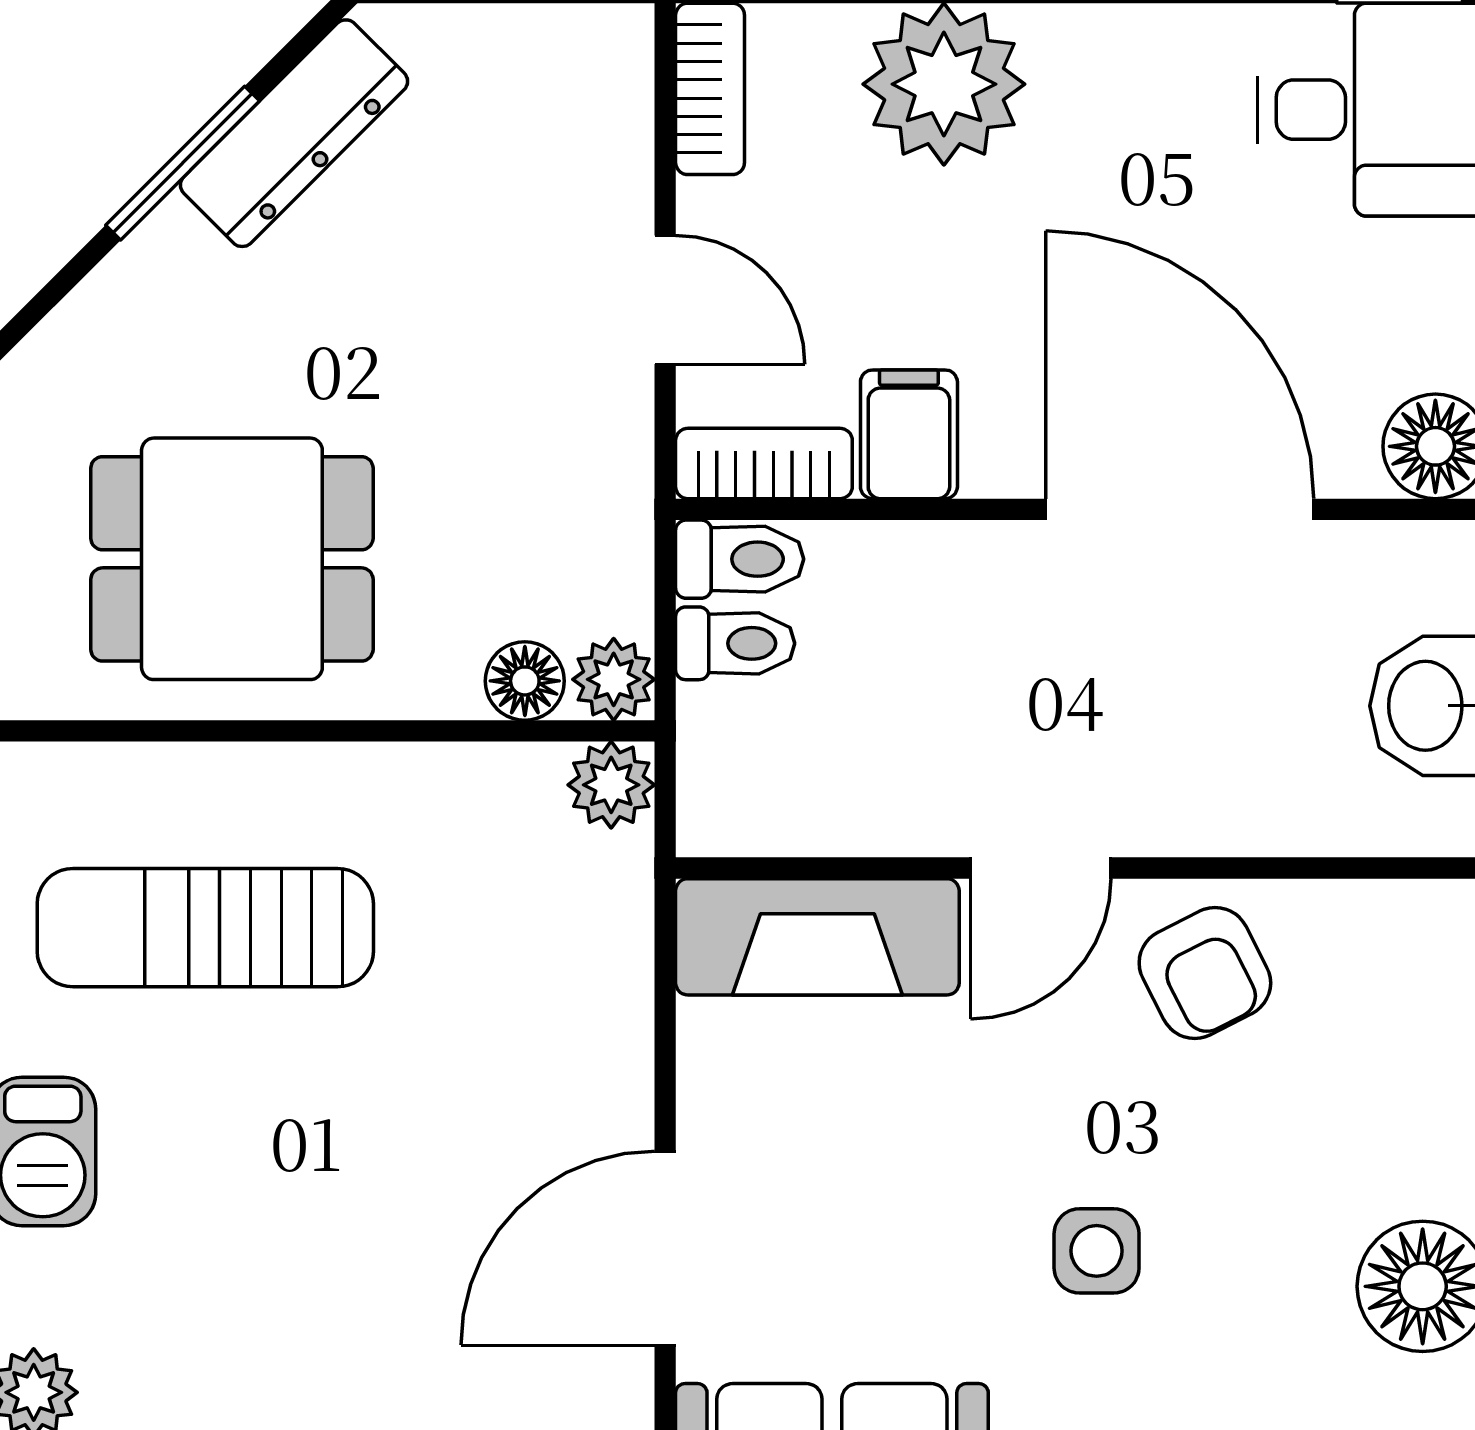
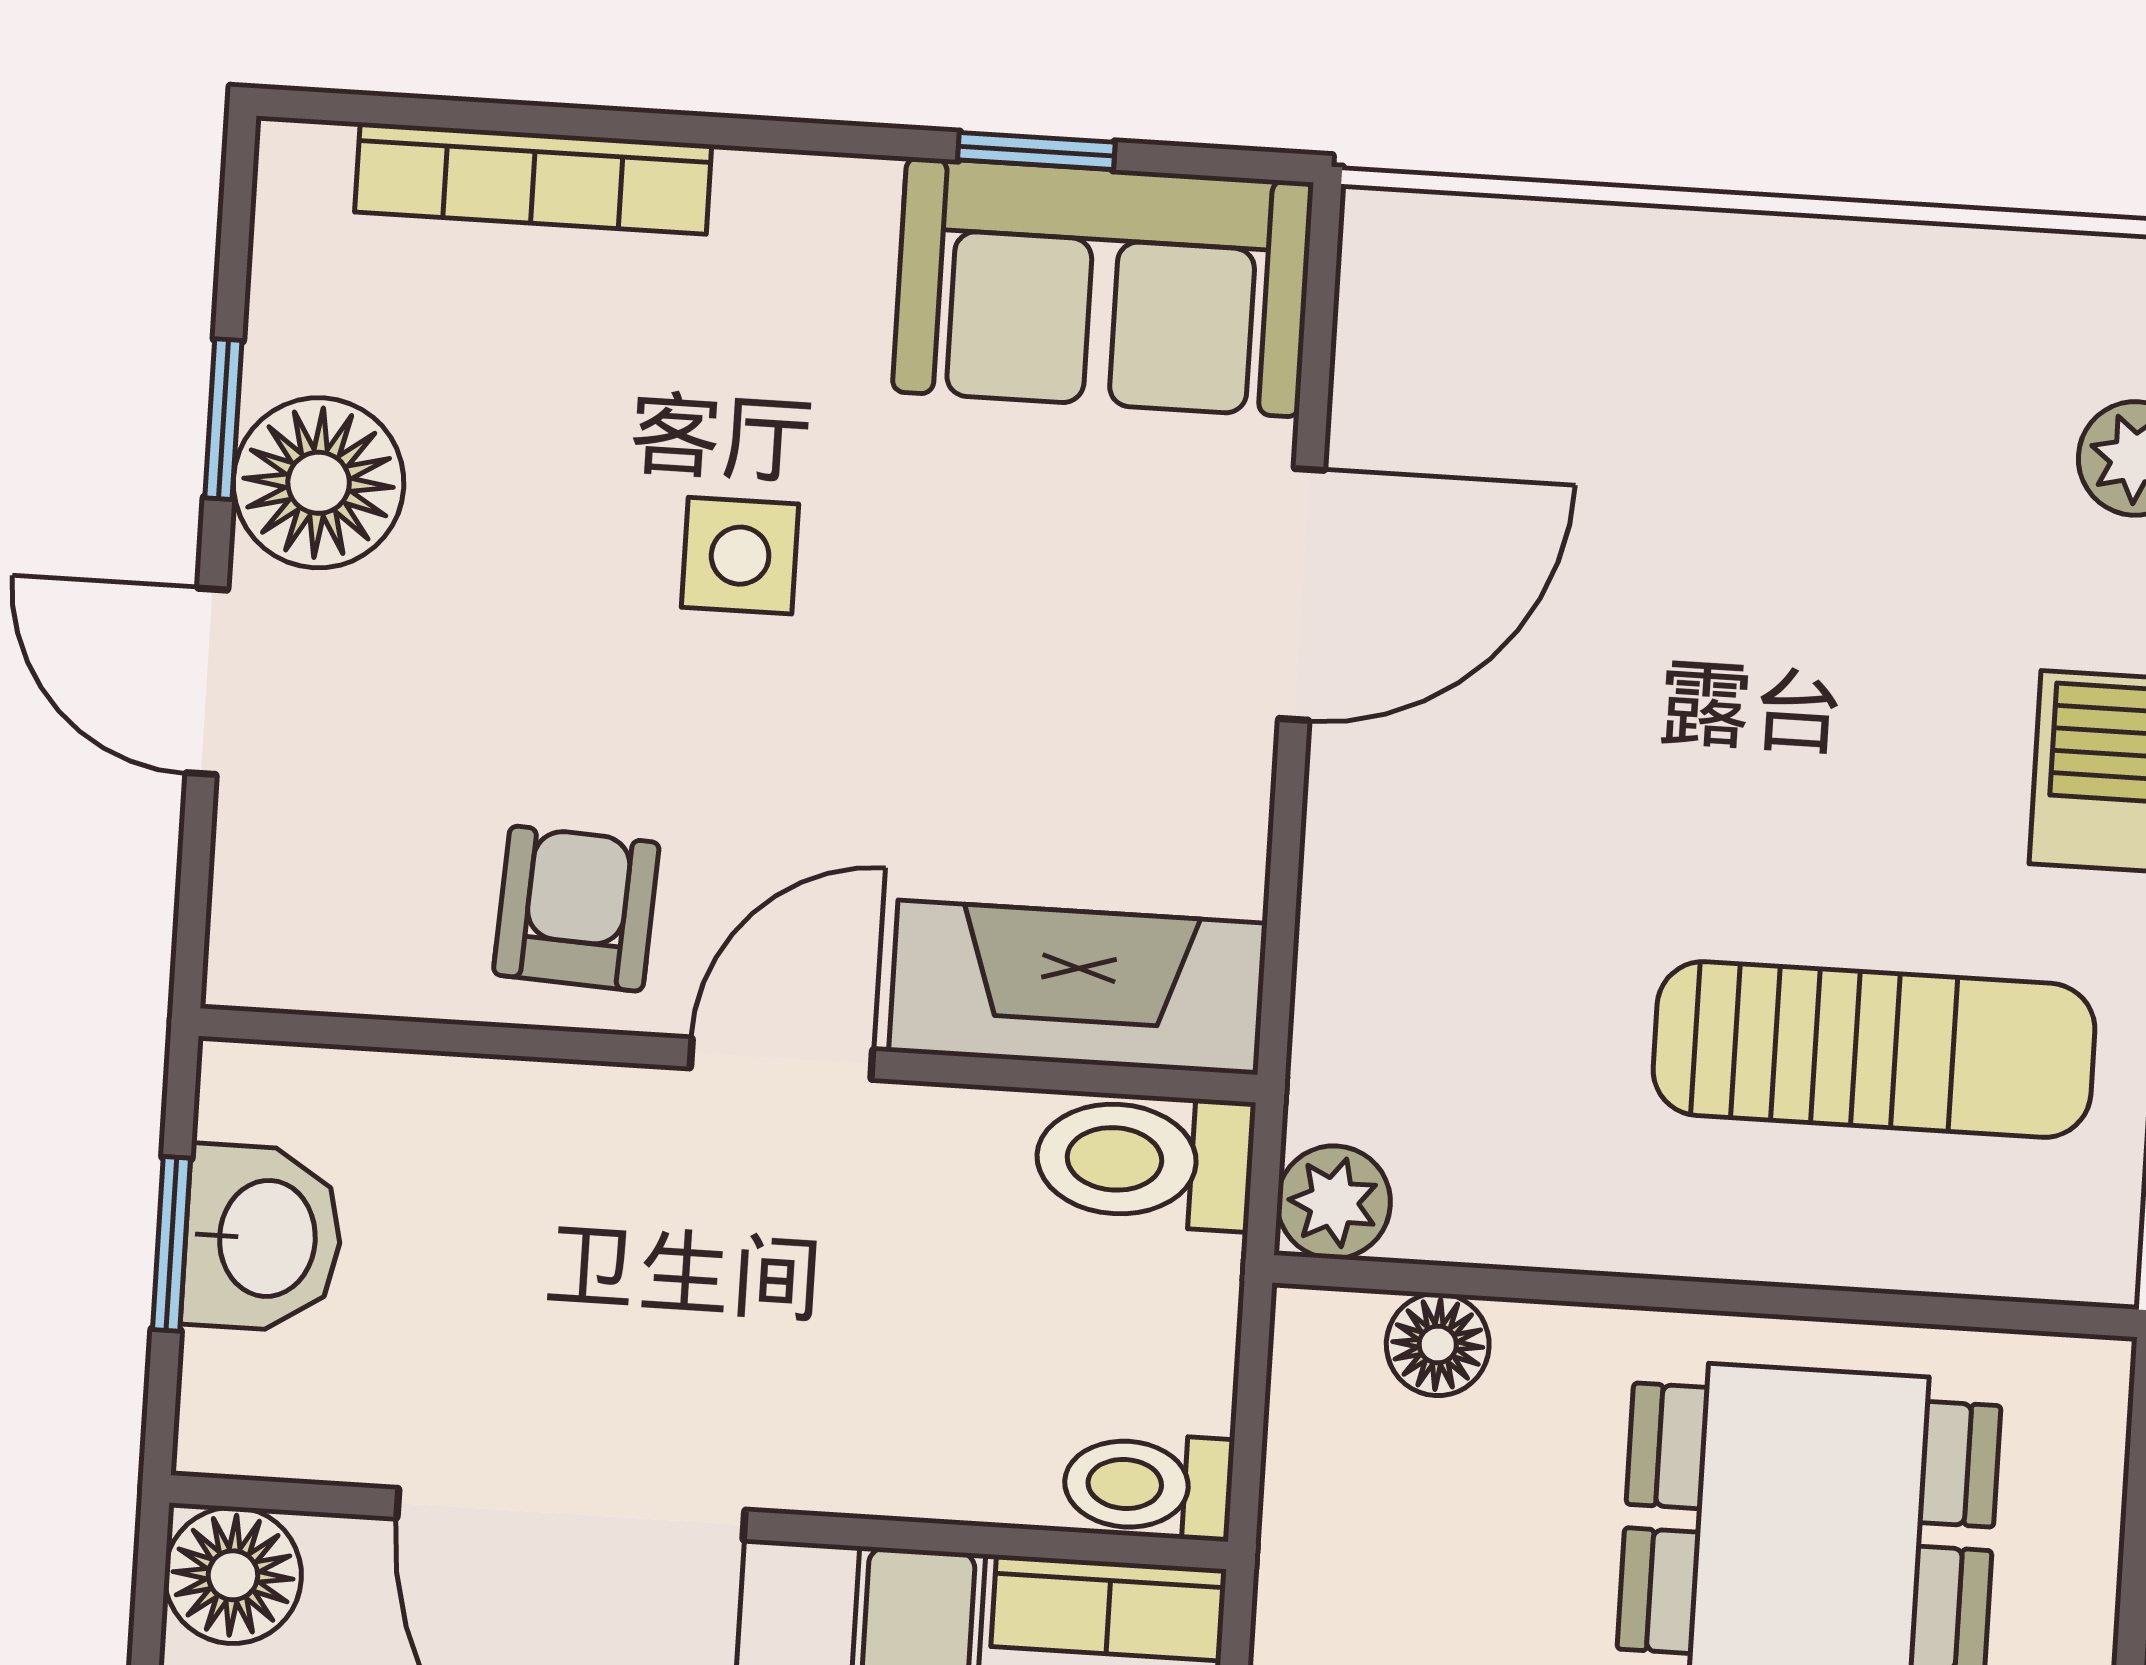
toilet: (735, 643) -> (1144, 1161), moved, width x1.37, depth x1.39
plant: (614, 679) -> (1322, 1339), removed
armchair: (1205, 973) -> (576, 909), turned 30

